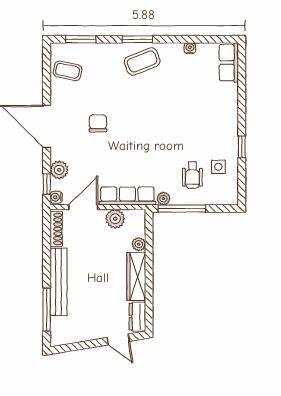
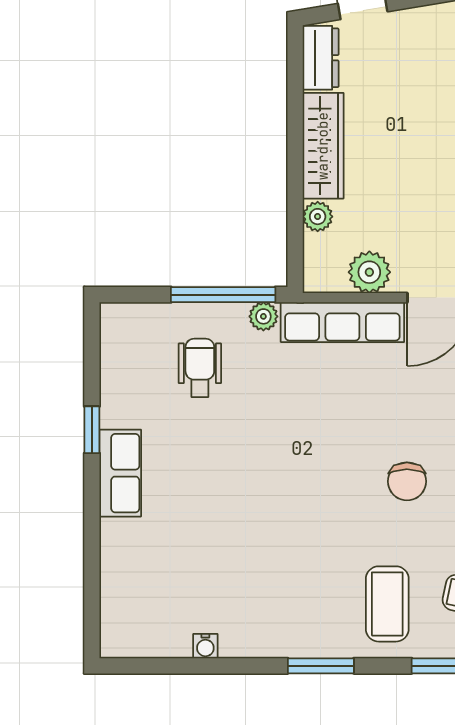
coffee table: (142, 61) -> (387, 604), moved, turned -68
row of seats: (229, 63) -> (120, 473), moved
side table: (218, 167) -> (143, 386), removed

